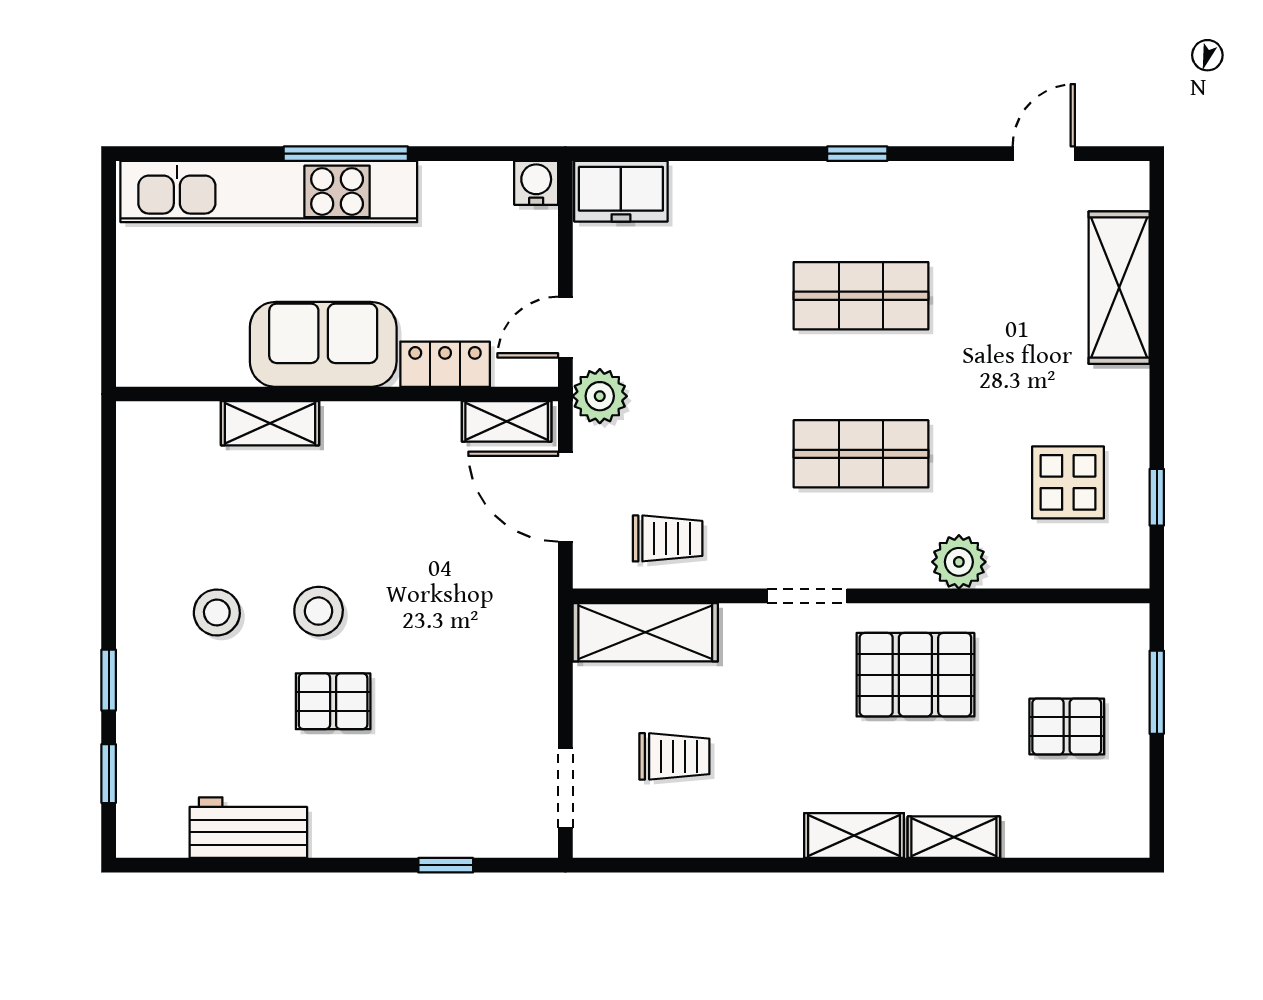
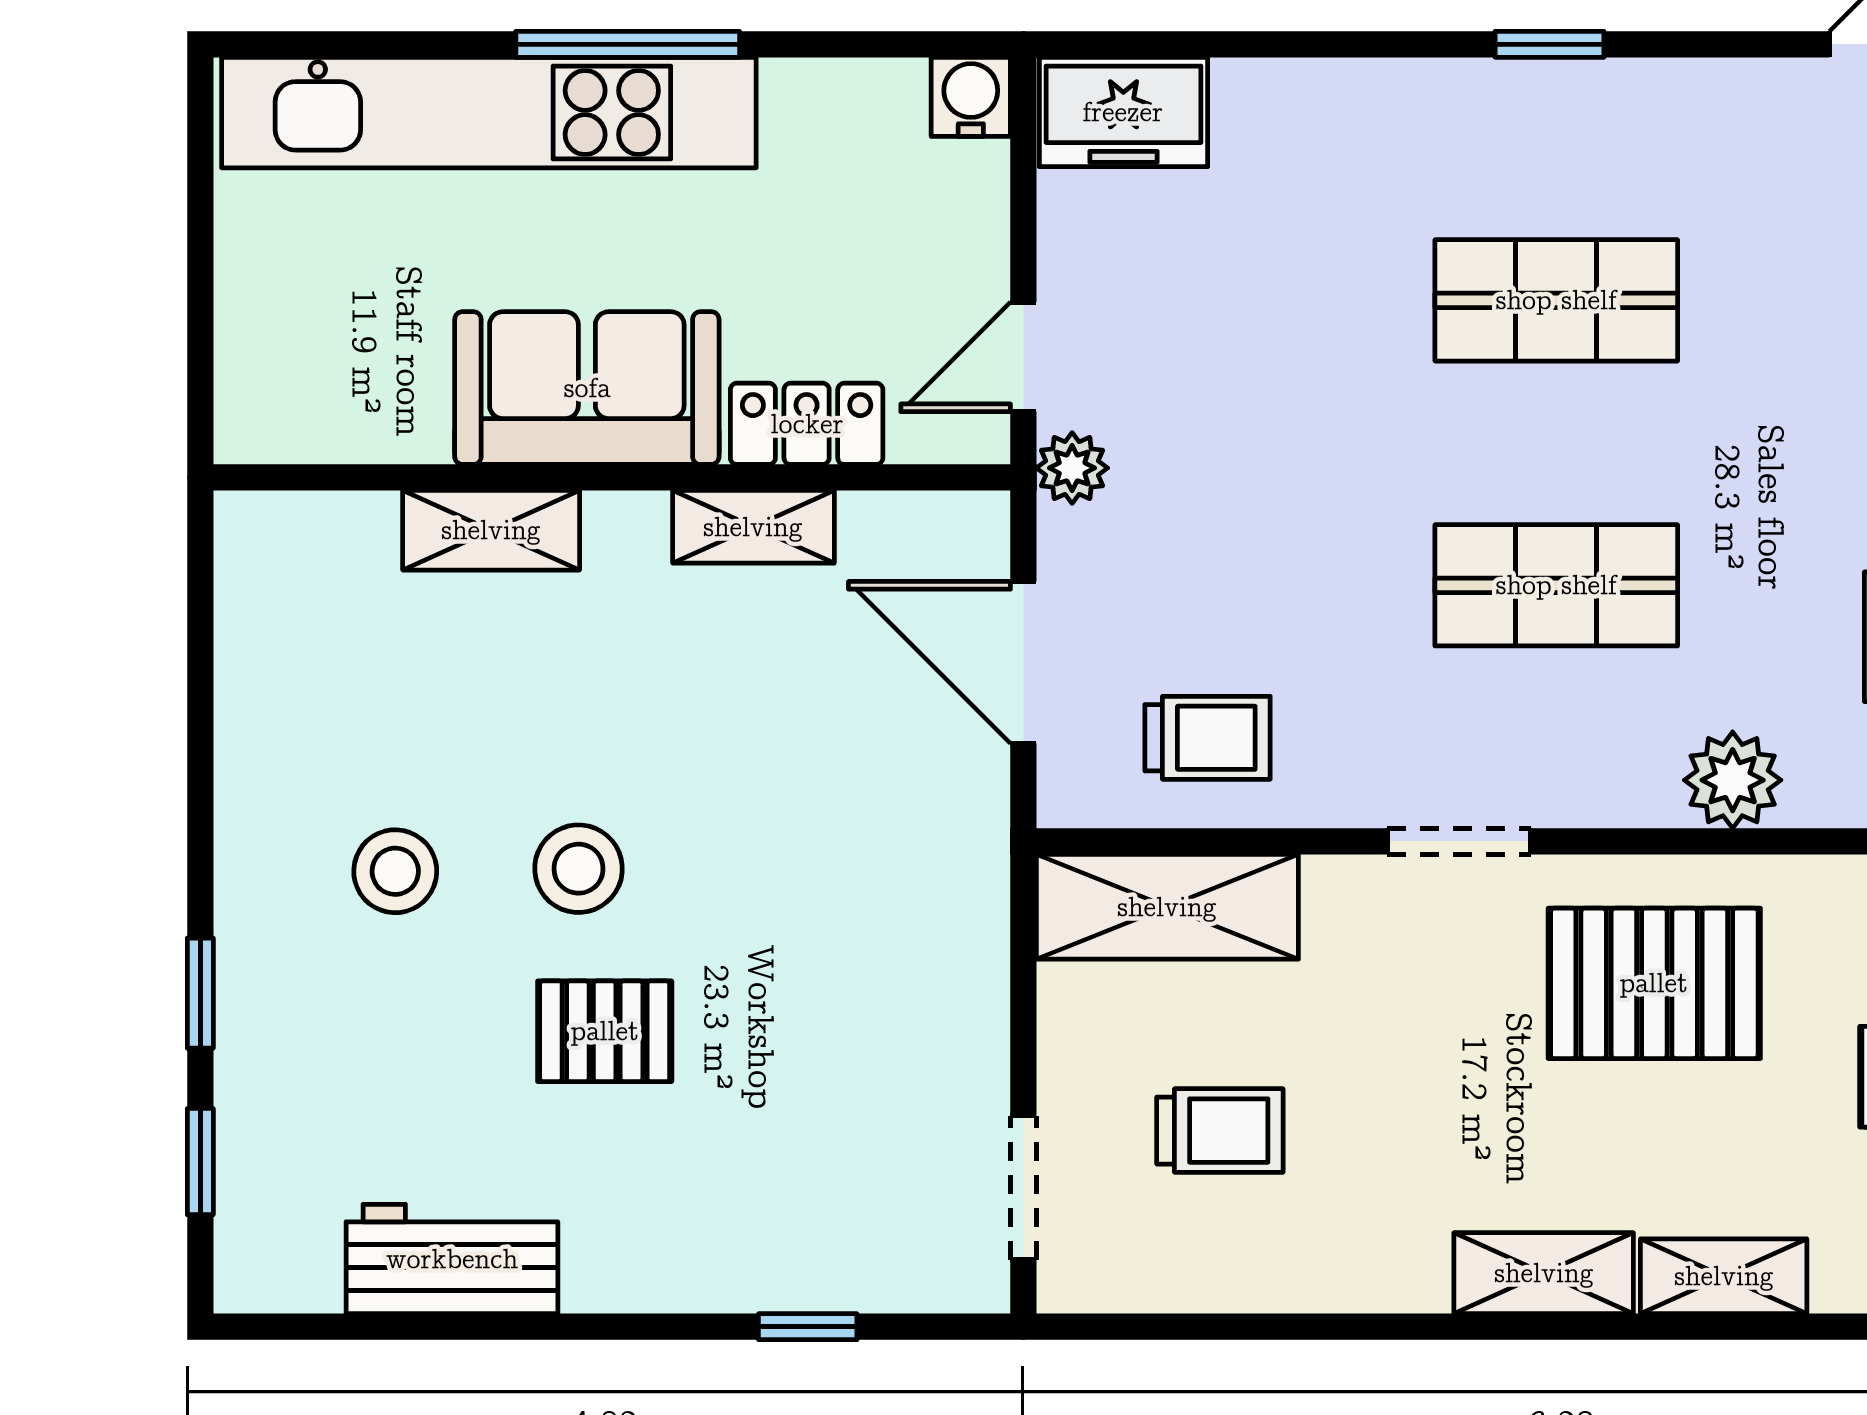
plant: (600, 396) -> (1072, 468), width x0.73, depth x0.73
shelving: (507, 421) -> (753, 527), moved

